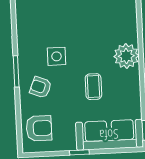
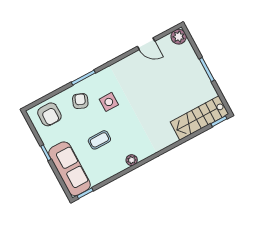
plant: (126, 56) -> (132, 160), width x0.53, depth x0.53

